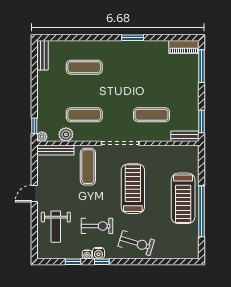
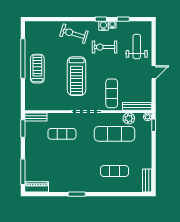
exercise mat: (84, 115) -> (115, 134), width x1.36, depth x1.45
treadmill: (183, 198) -> (37, 69), width x0.73, depth x0.73

